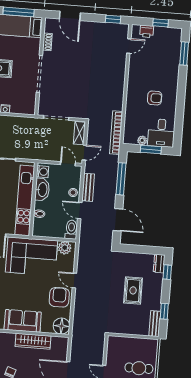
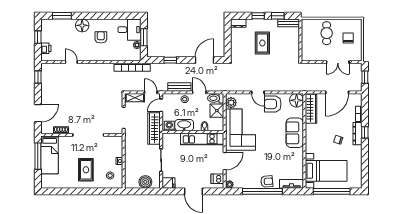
door: (129, 46) -> (71, 62), moved
floor lamp: (171, 77) -> (82, 25), added
wardrobe: (41, 153) -> (154, 129), added
window: (121, 179) -> (170, 60), width x0.46
kitchen unit: (25, 200) -> (202, 139), width x0.73
door: (80, 210) -> (199, 92), swing flipped
shower: (56, 230) -> (217, 111), added
window: (167, 272) -> (258, 16), moved
door: (74, 280) -> (258, 92), hinge flipped
rug: (133, 290) -> (262, 43), turned 90
wardrobe: (33, 341) -> (311, 109), moved

